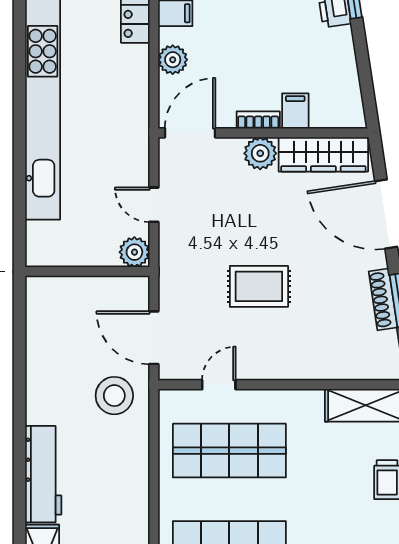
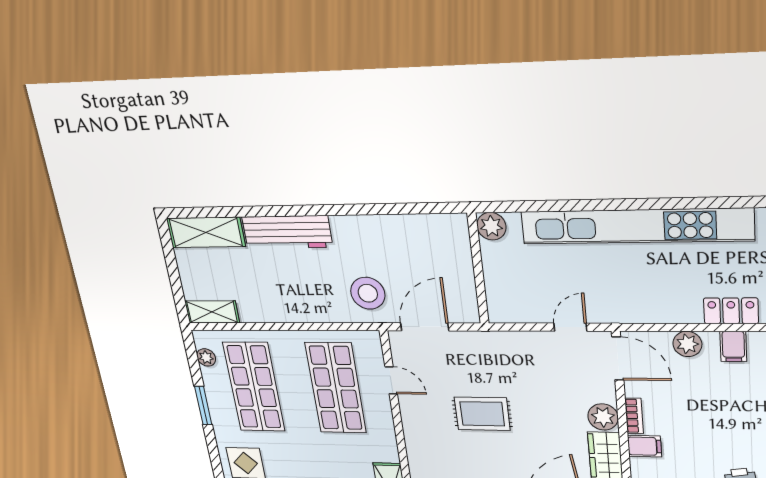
door: (154, 205) -> (570, 327), moved
plant: (134, 252) -> (491, 226), moved
rug: (259, 286) -> (482, 414), turned 90

